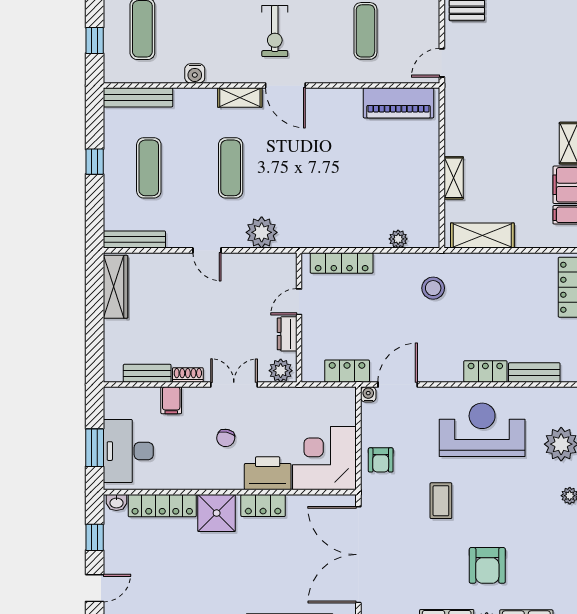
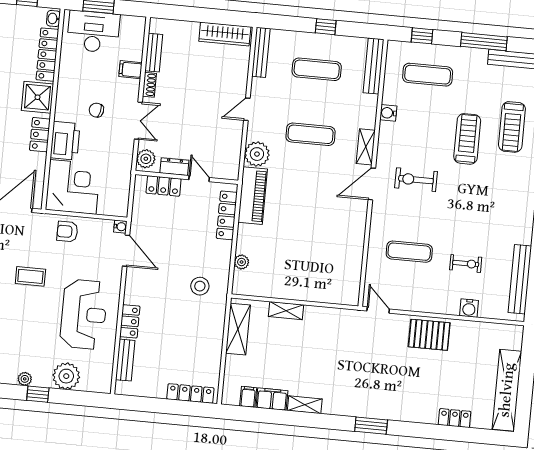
piano: (399, 103) -> (253, 196), moved, turned 180
locker: (347, 371) -> (164, 186), moved, turned 90

